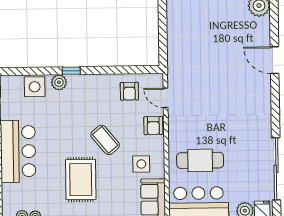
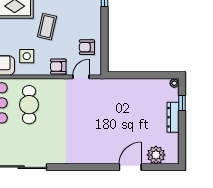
door: (275, 60) -> (130, 167), moved
coffee table: (105, 140) -> (47, 27), turned -37

